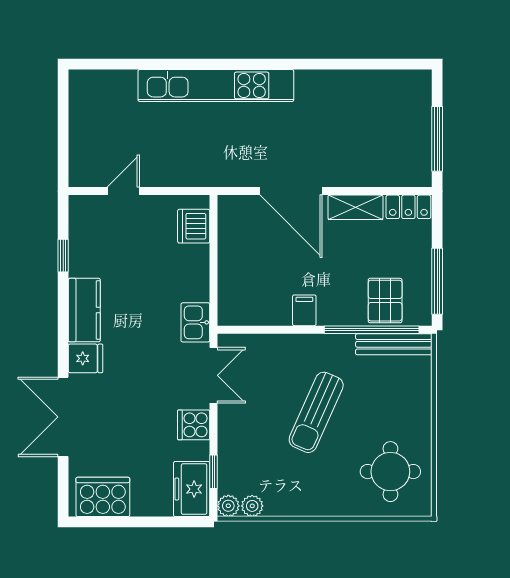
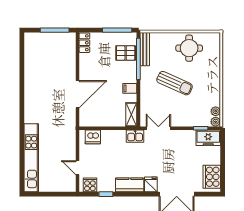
kitchen unit: (216, 85) -> (31, 158), moved
shelving: (355, 207) -> (131, 115), moved
cooker: (194, 425) -> (90, 185), moved, turned 180
round table: (390, 472) -> (189, 48), moved

